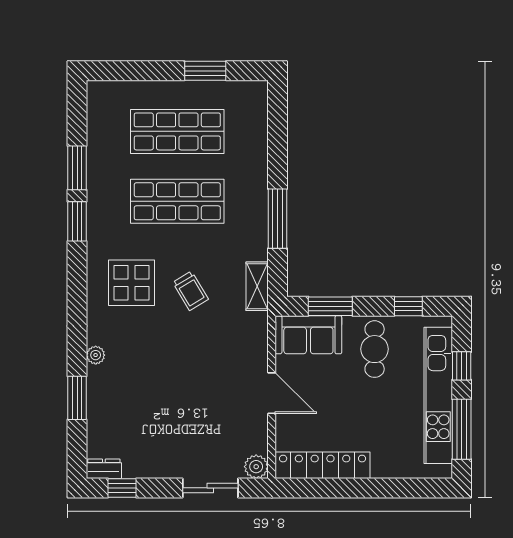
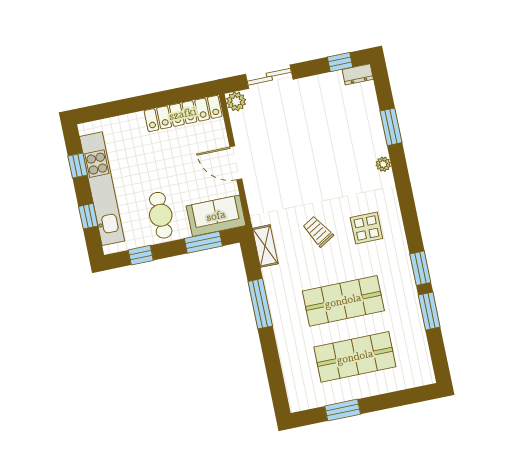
display table: (132, 283) -> (366, 228), width x0.73, depth x0.73
window: (462, 429) -> (78, 165), width x0.46

